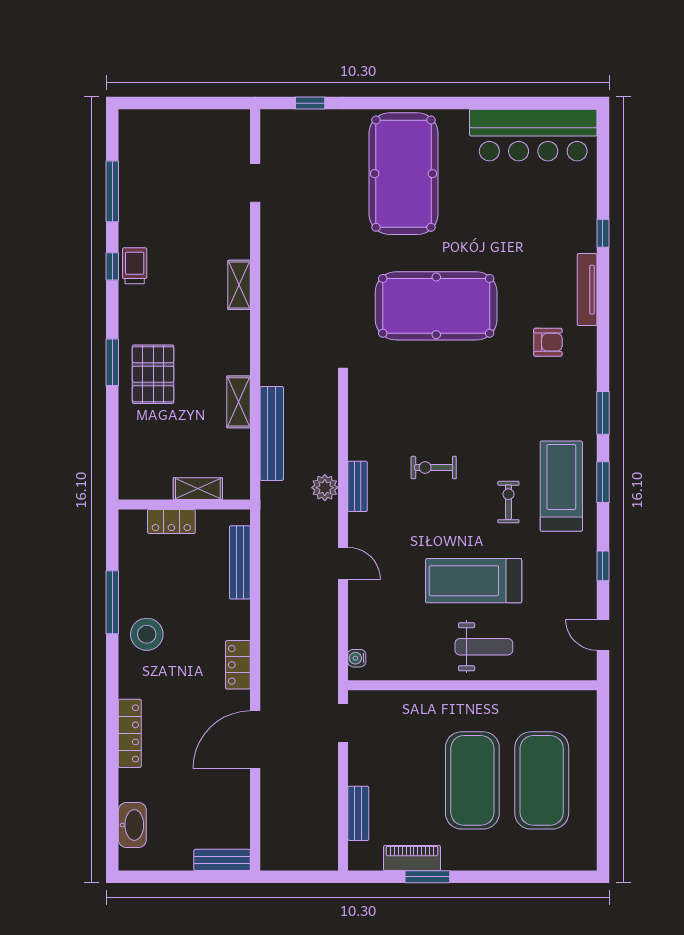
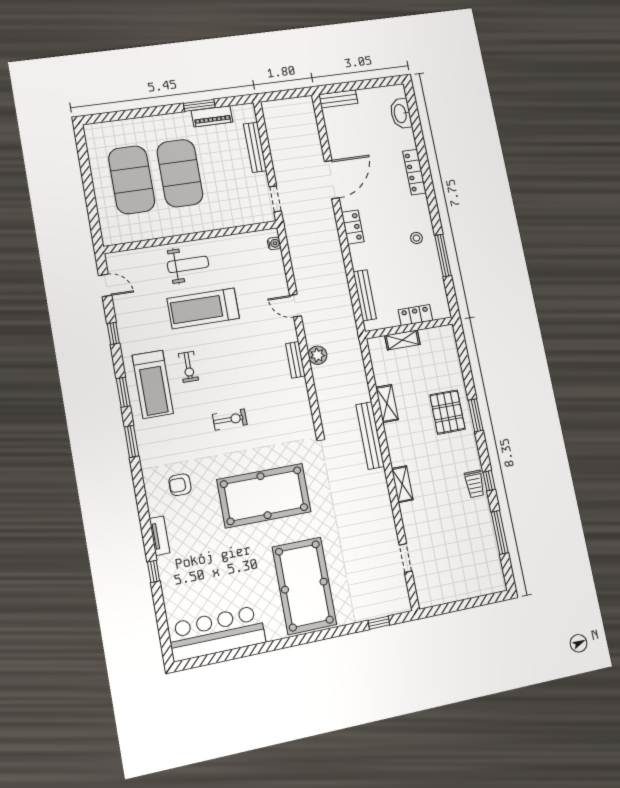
tv unit: (587, 290) -> (159, 536), width x0.71
bench: (272, 433) -> (370, 435), moved
exercise bike: (434, 468) -> (230, 419), moved
treadmill: (474, 581) -> (203, 308), turned 180
stool: (147, 634) -> (416, 238), width x0.53, depth x0.53
weight bench: (484, 647) -> (188, 264), turned 180
bench: (358, 813) -> (255, 147), width x1.36

